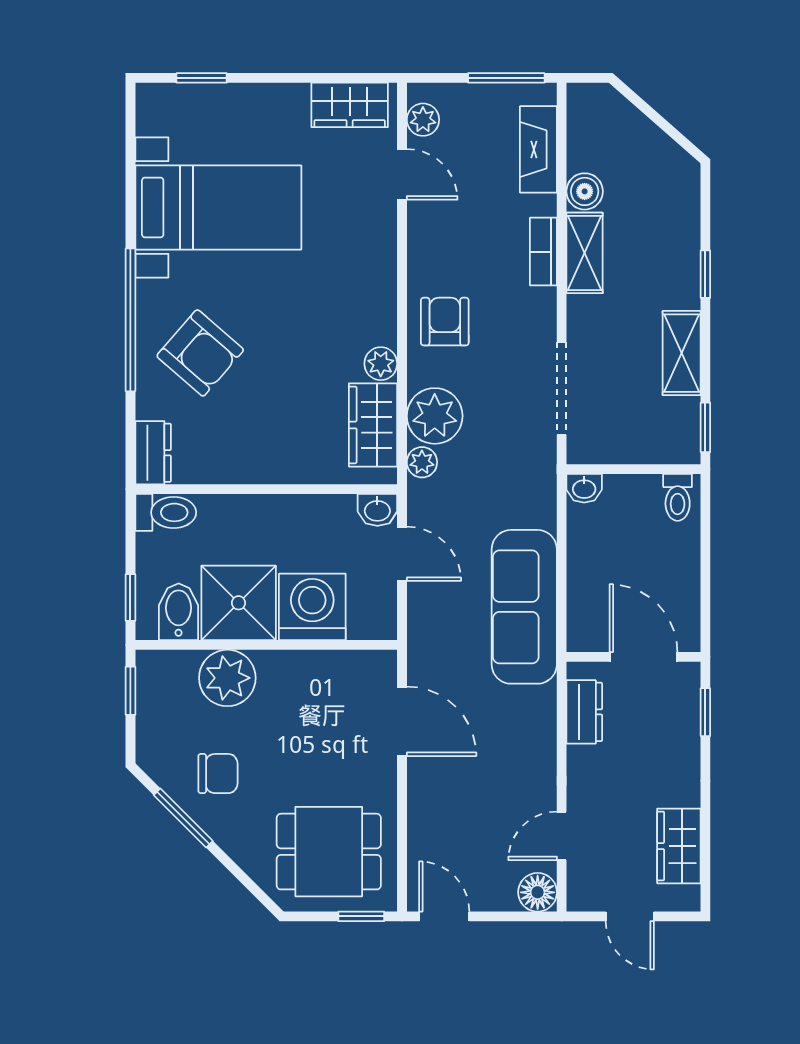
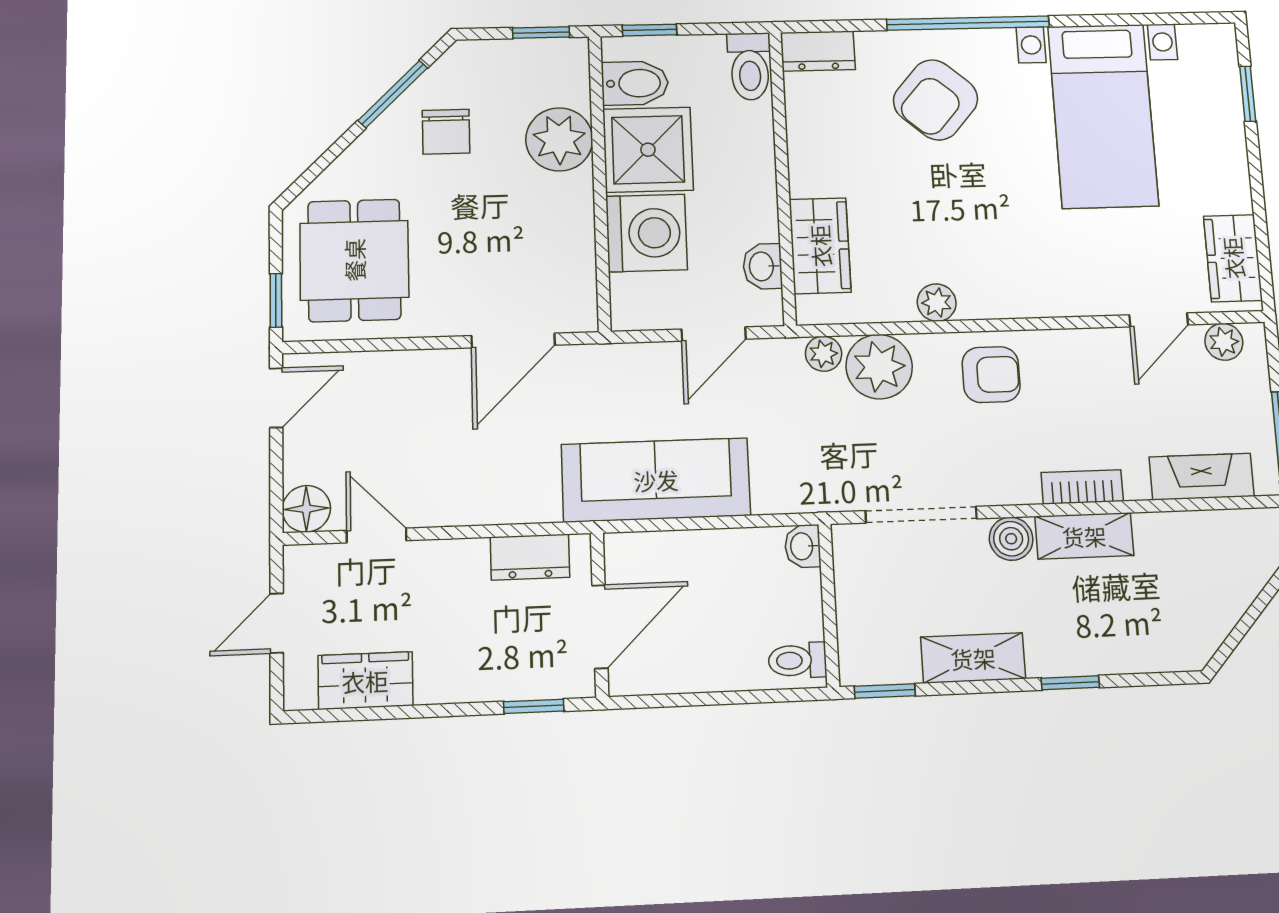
boiler: (585, 191) -> (1011, 539), moved
wardrobe: (373, 425) -> (820, 246), moved, turned 90
washbasin: (377, 510) -> (762, 266), moved

